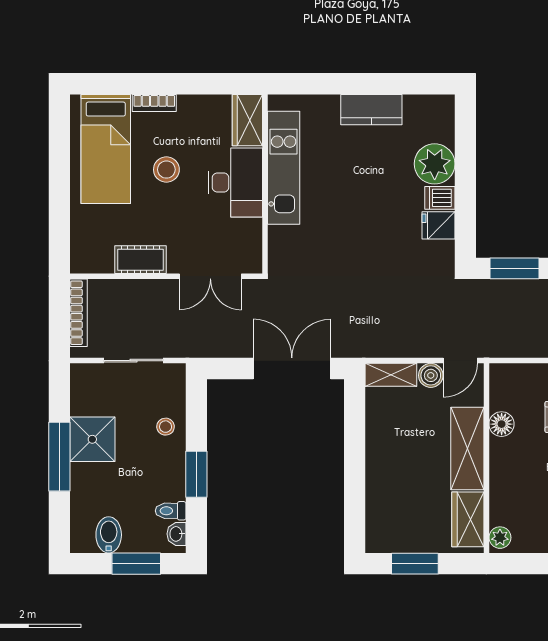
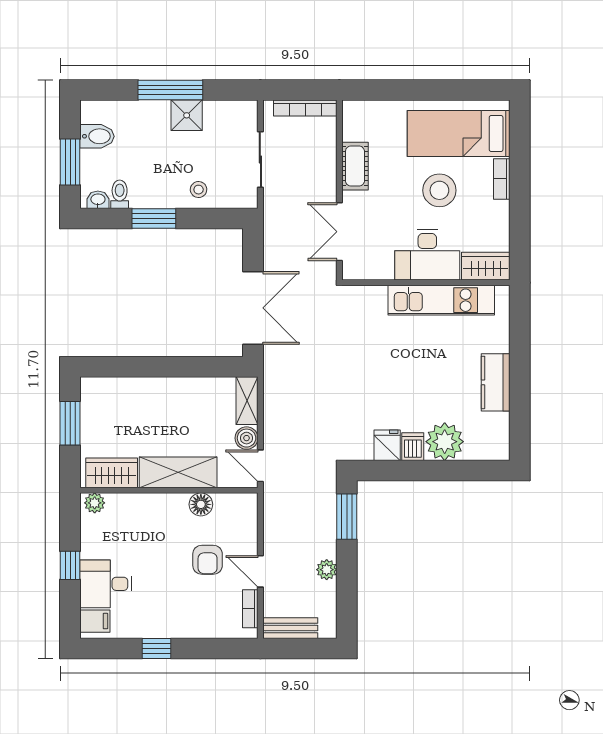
stool: (166, 170) -> (439, 190), width x1.38, depth x1.38
shower: (92, 439) -> (187, 115), width x0.73, depth x0.73

